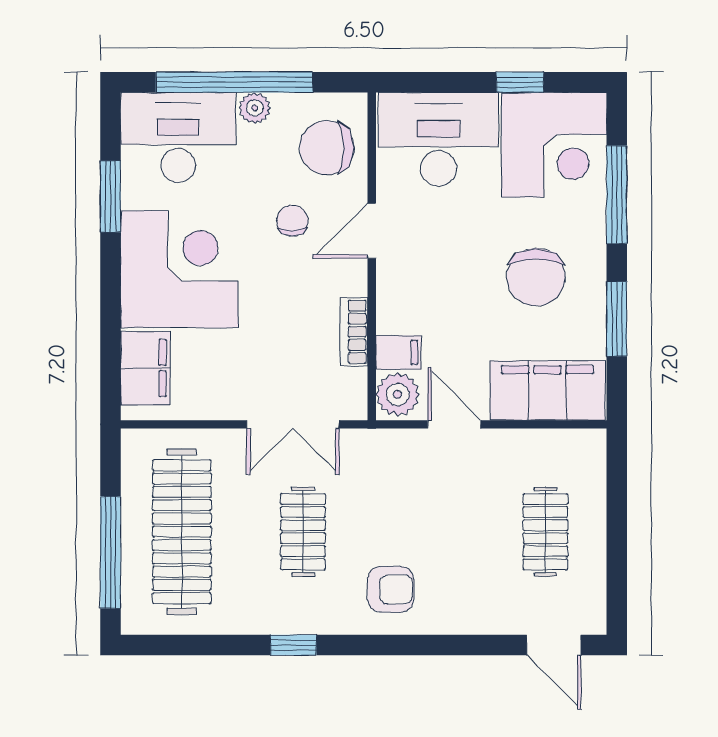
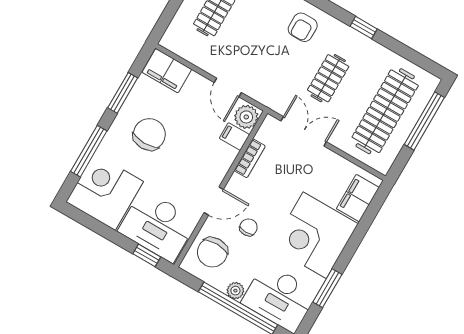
window: (520, 82) -> (147, 255), moved
chair: (327, 148) -> (212, 252), turned 90
chair: (292, 221) -> (248, 227), turned 180
filing cabinet: (547, 390) -> (167, 71), width x0.67, depth x0.86
armchair: (391, 589) -> (303, 27), turned -90

